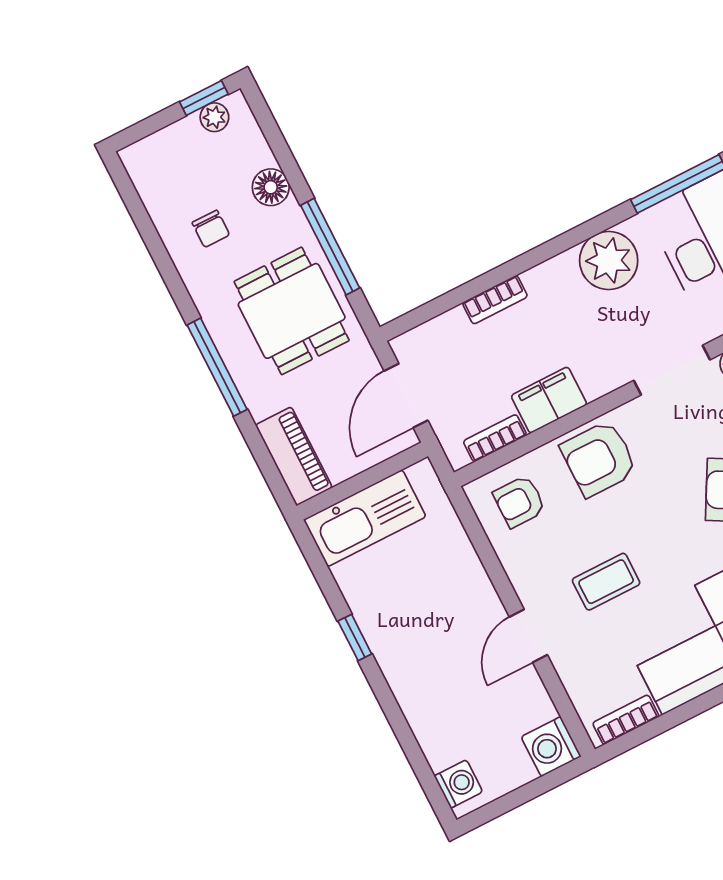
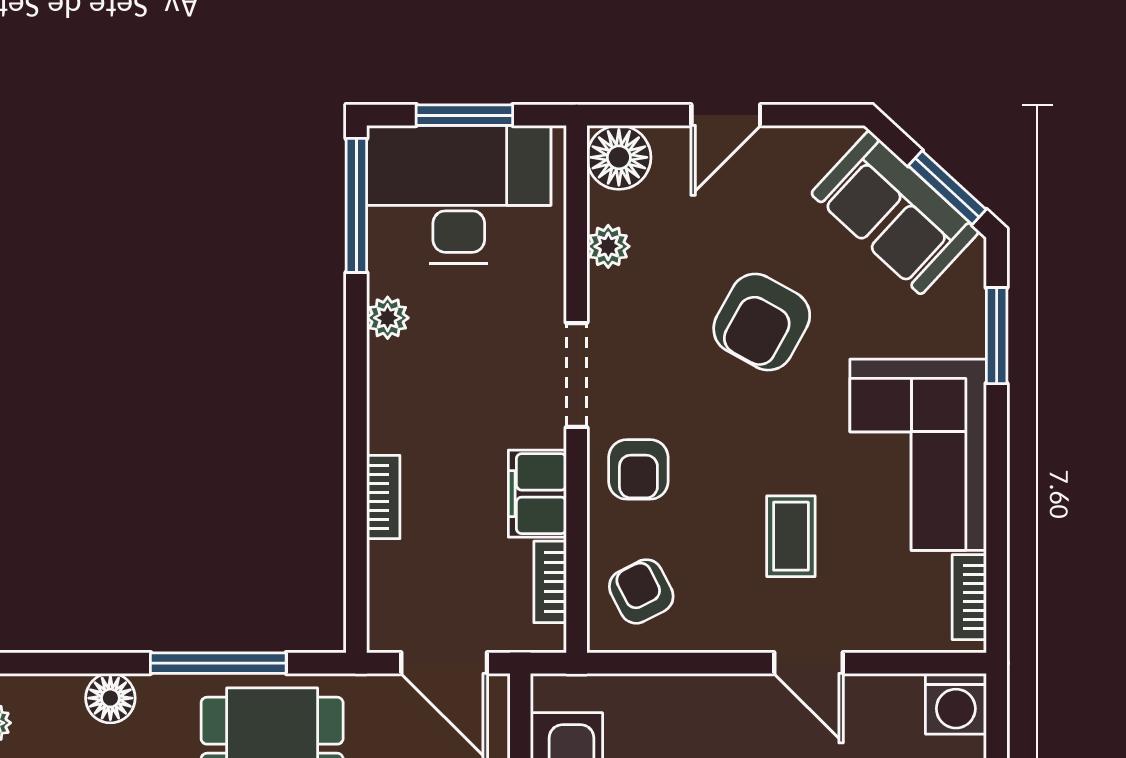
plant: (609, 261) -> (388, 318), width x0.53, depth x0.53
doorway: (672, 370) -> (577, 375), moved
armchair: (599, 459) -> (638, 469), width x0.72, depth x0.72
armchair: (519, 502) -> (641, 591), turned 153

